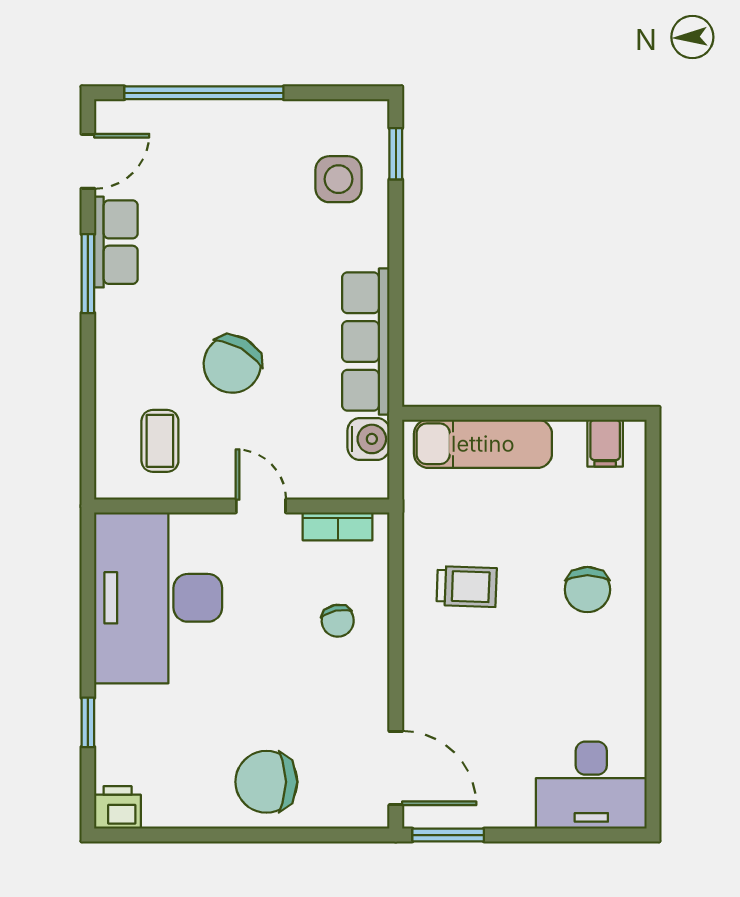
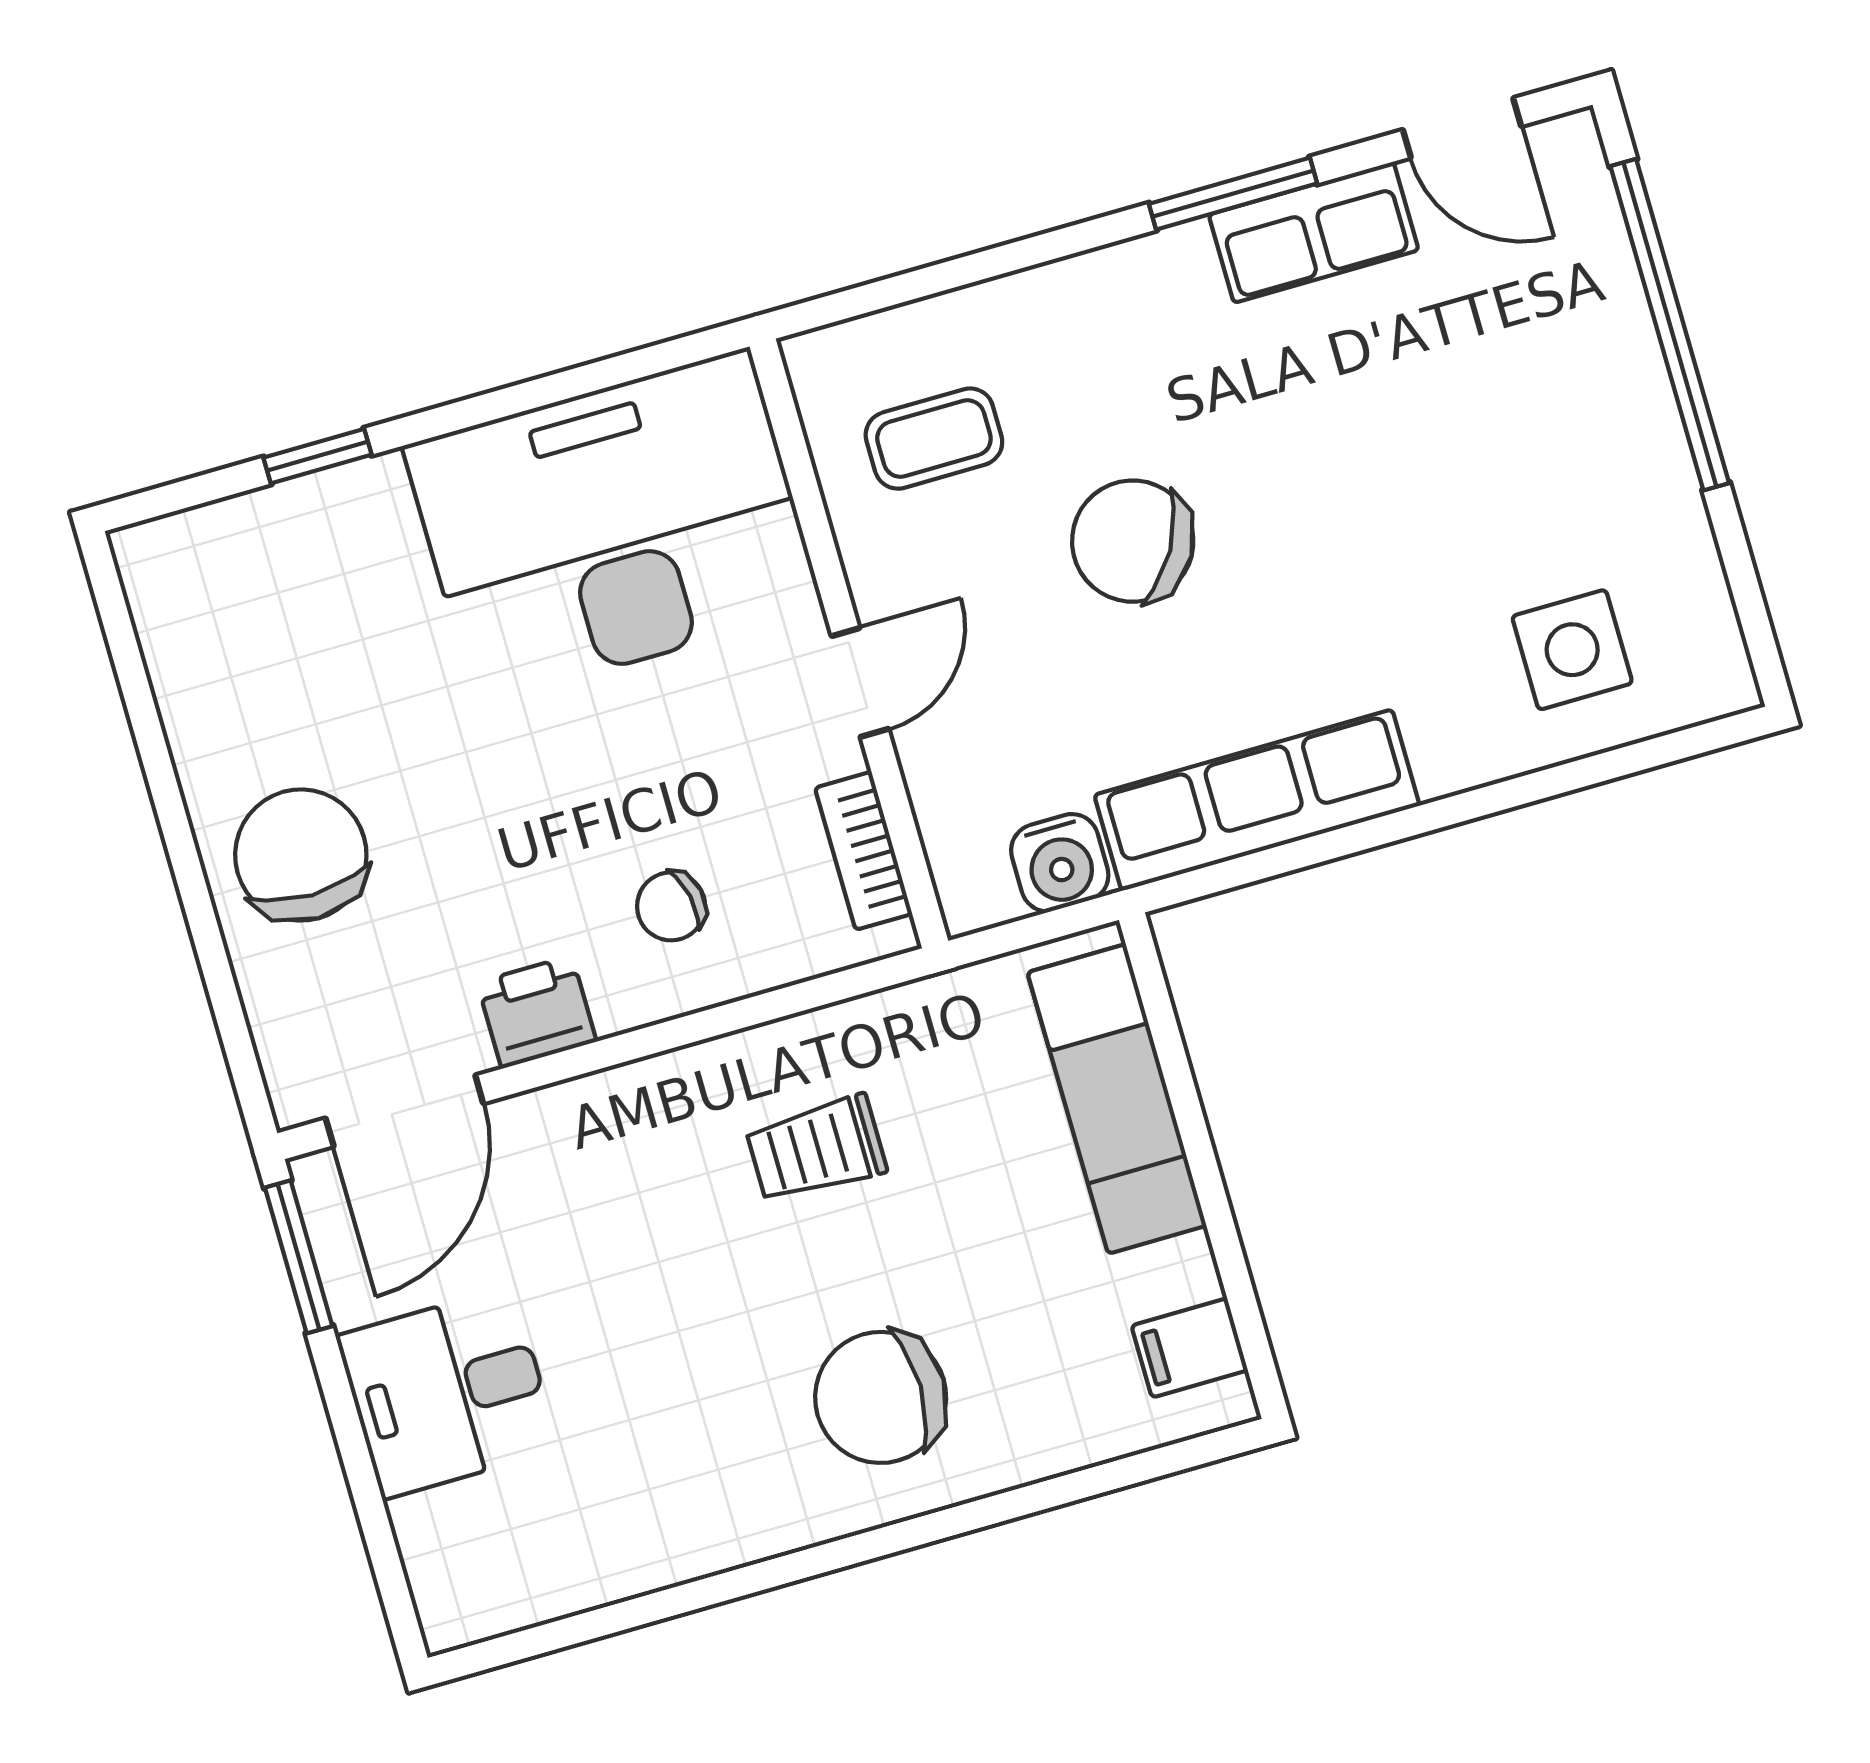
window: (396, 154) -> (1657, 752), removed
trolley: (467, 587) -> (816, 1149), turned 88
chair: (587, 590) -> (881, 1397), width x1.37, depth x1.37
desk: (591, 785) -> (448, 1393), moved, width x0.73
printer: (118, 807) -> (537, 1012), moved, turned -90

